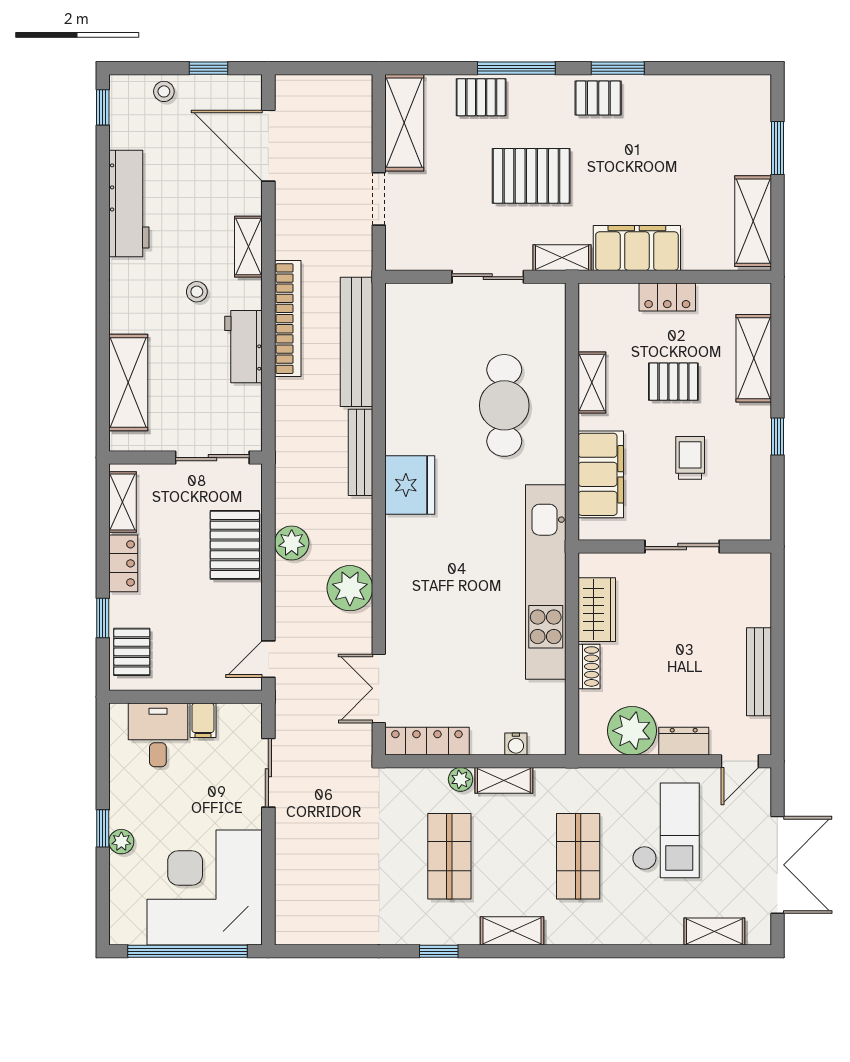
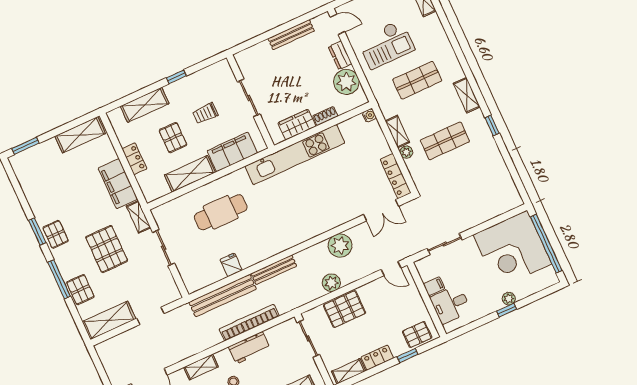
window: (777, 148) -> (25, 146), moved
bookcase: (288, 319) -> (249, 323), moved
shelving: (592, 382) -> (190, 174), width x1.50, depth x1.33
fridge: (410, 485) -> (231, 265), moved, width x0.53, depth x0.75
water cooler: (516, 744) -> (369, 115), moved
checkout: (666, 830) -> (386, 44), turned 180

